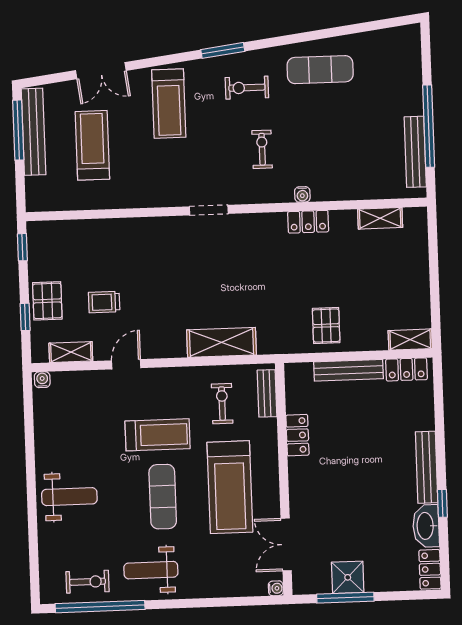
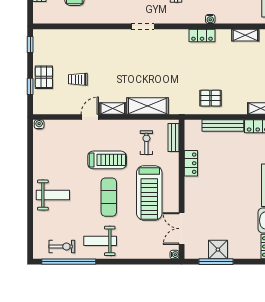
water cooler: (302, 194) -> (210, 19), moved
pallet: (326, 326) -> (211, 98), turned 90
shelving: (71, 352) -> (113, 108), moved

